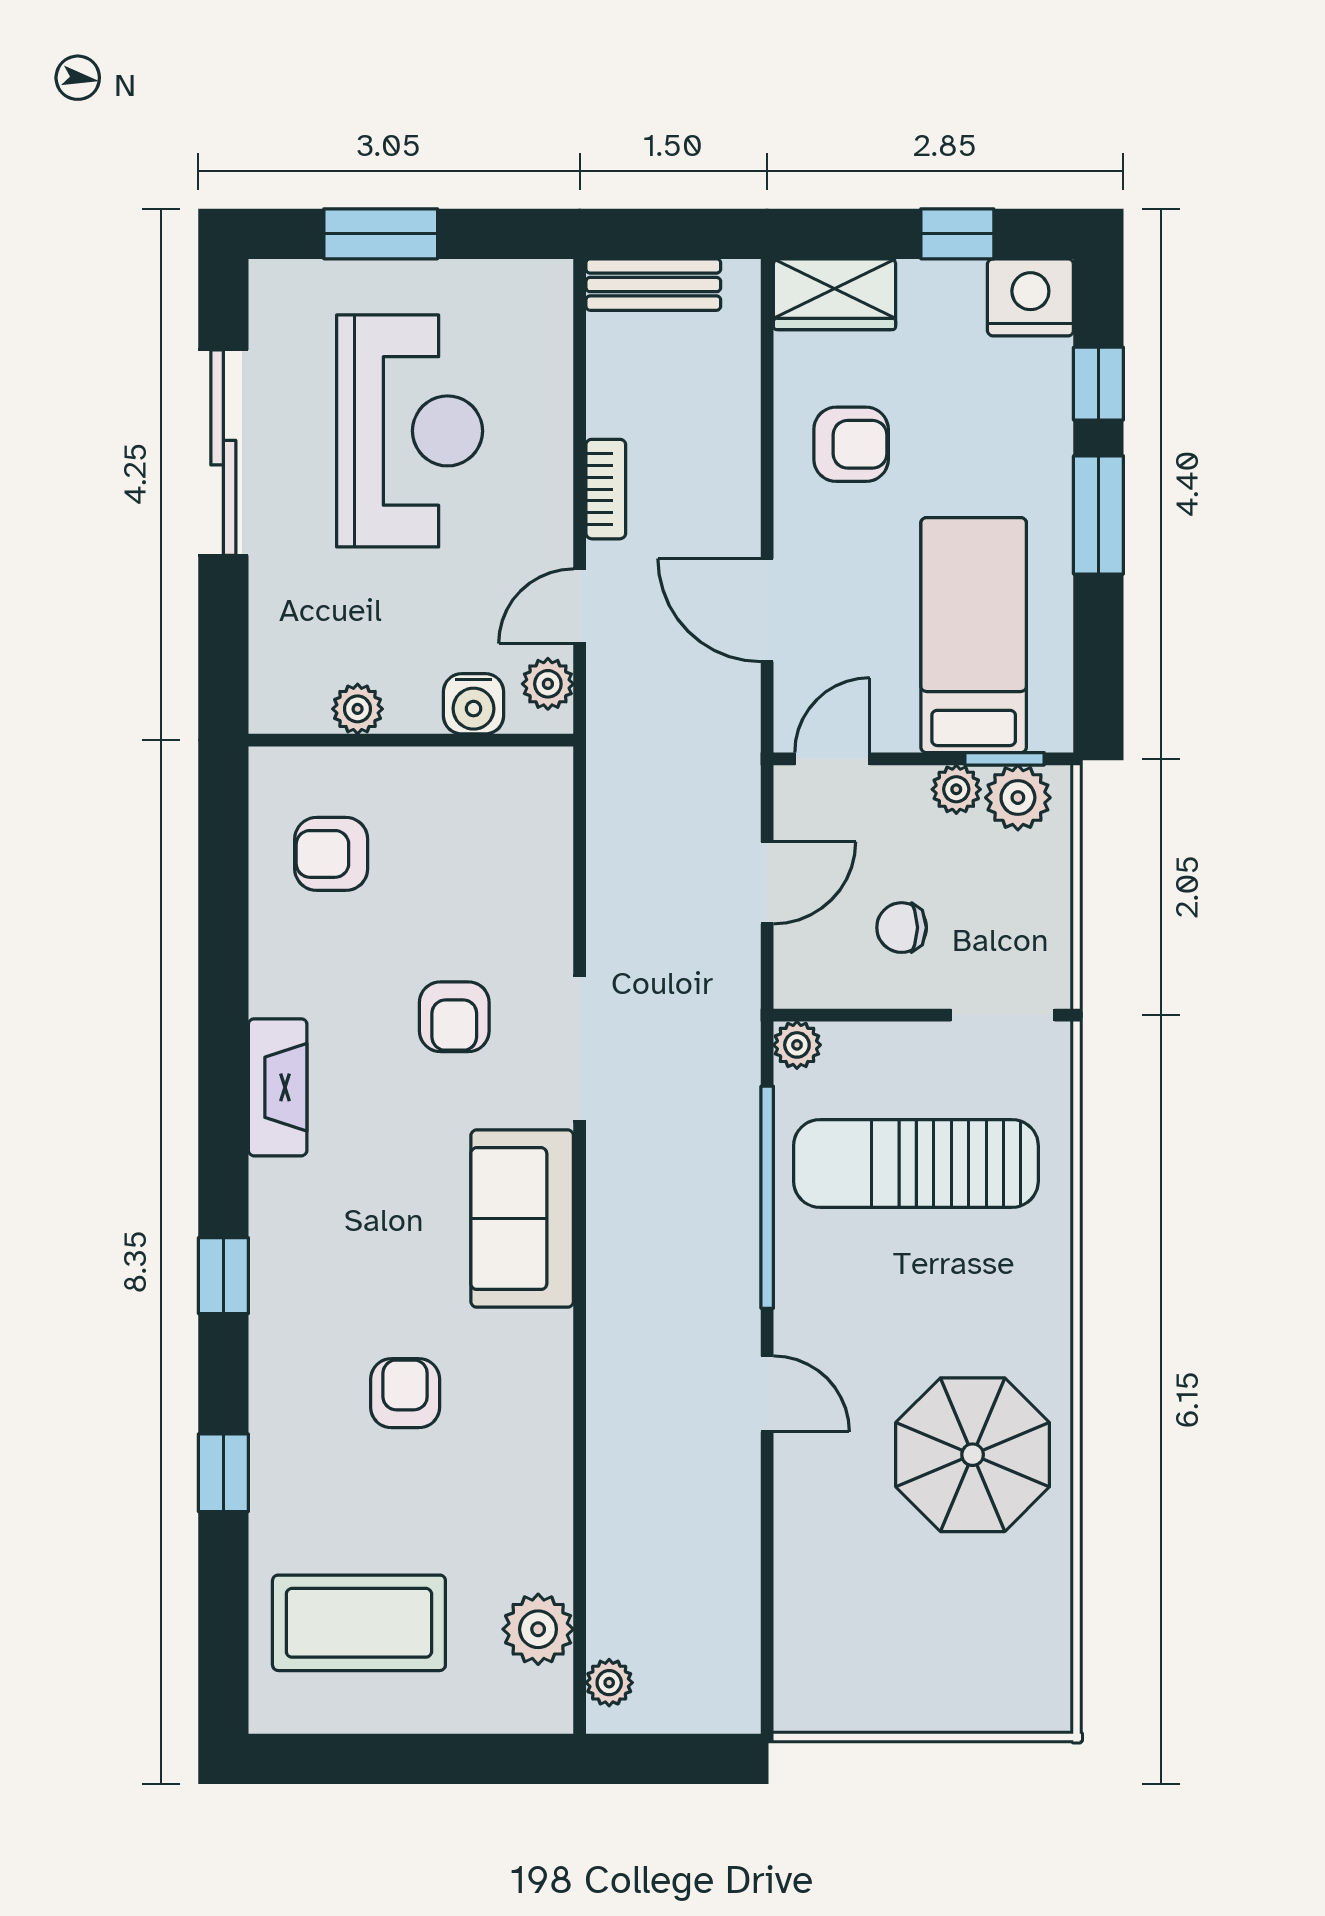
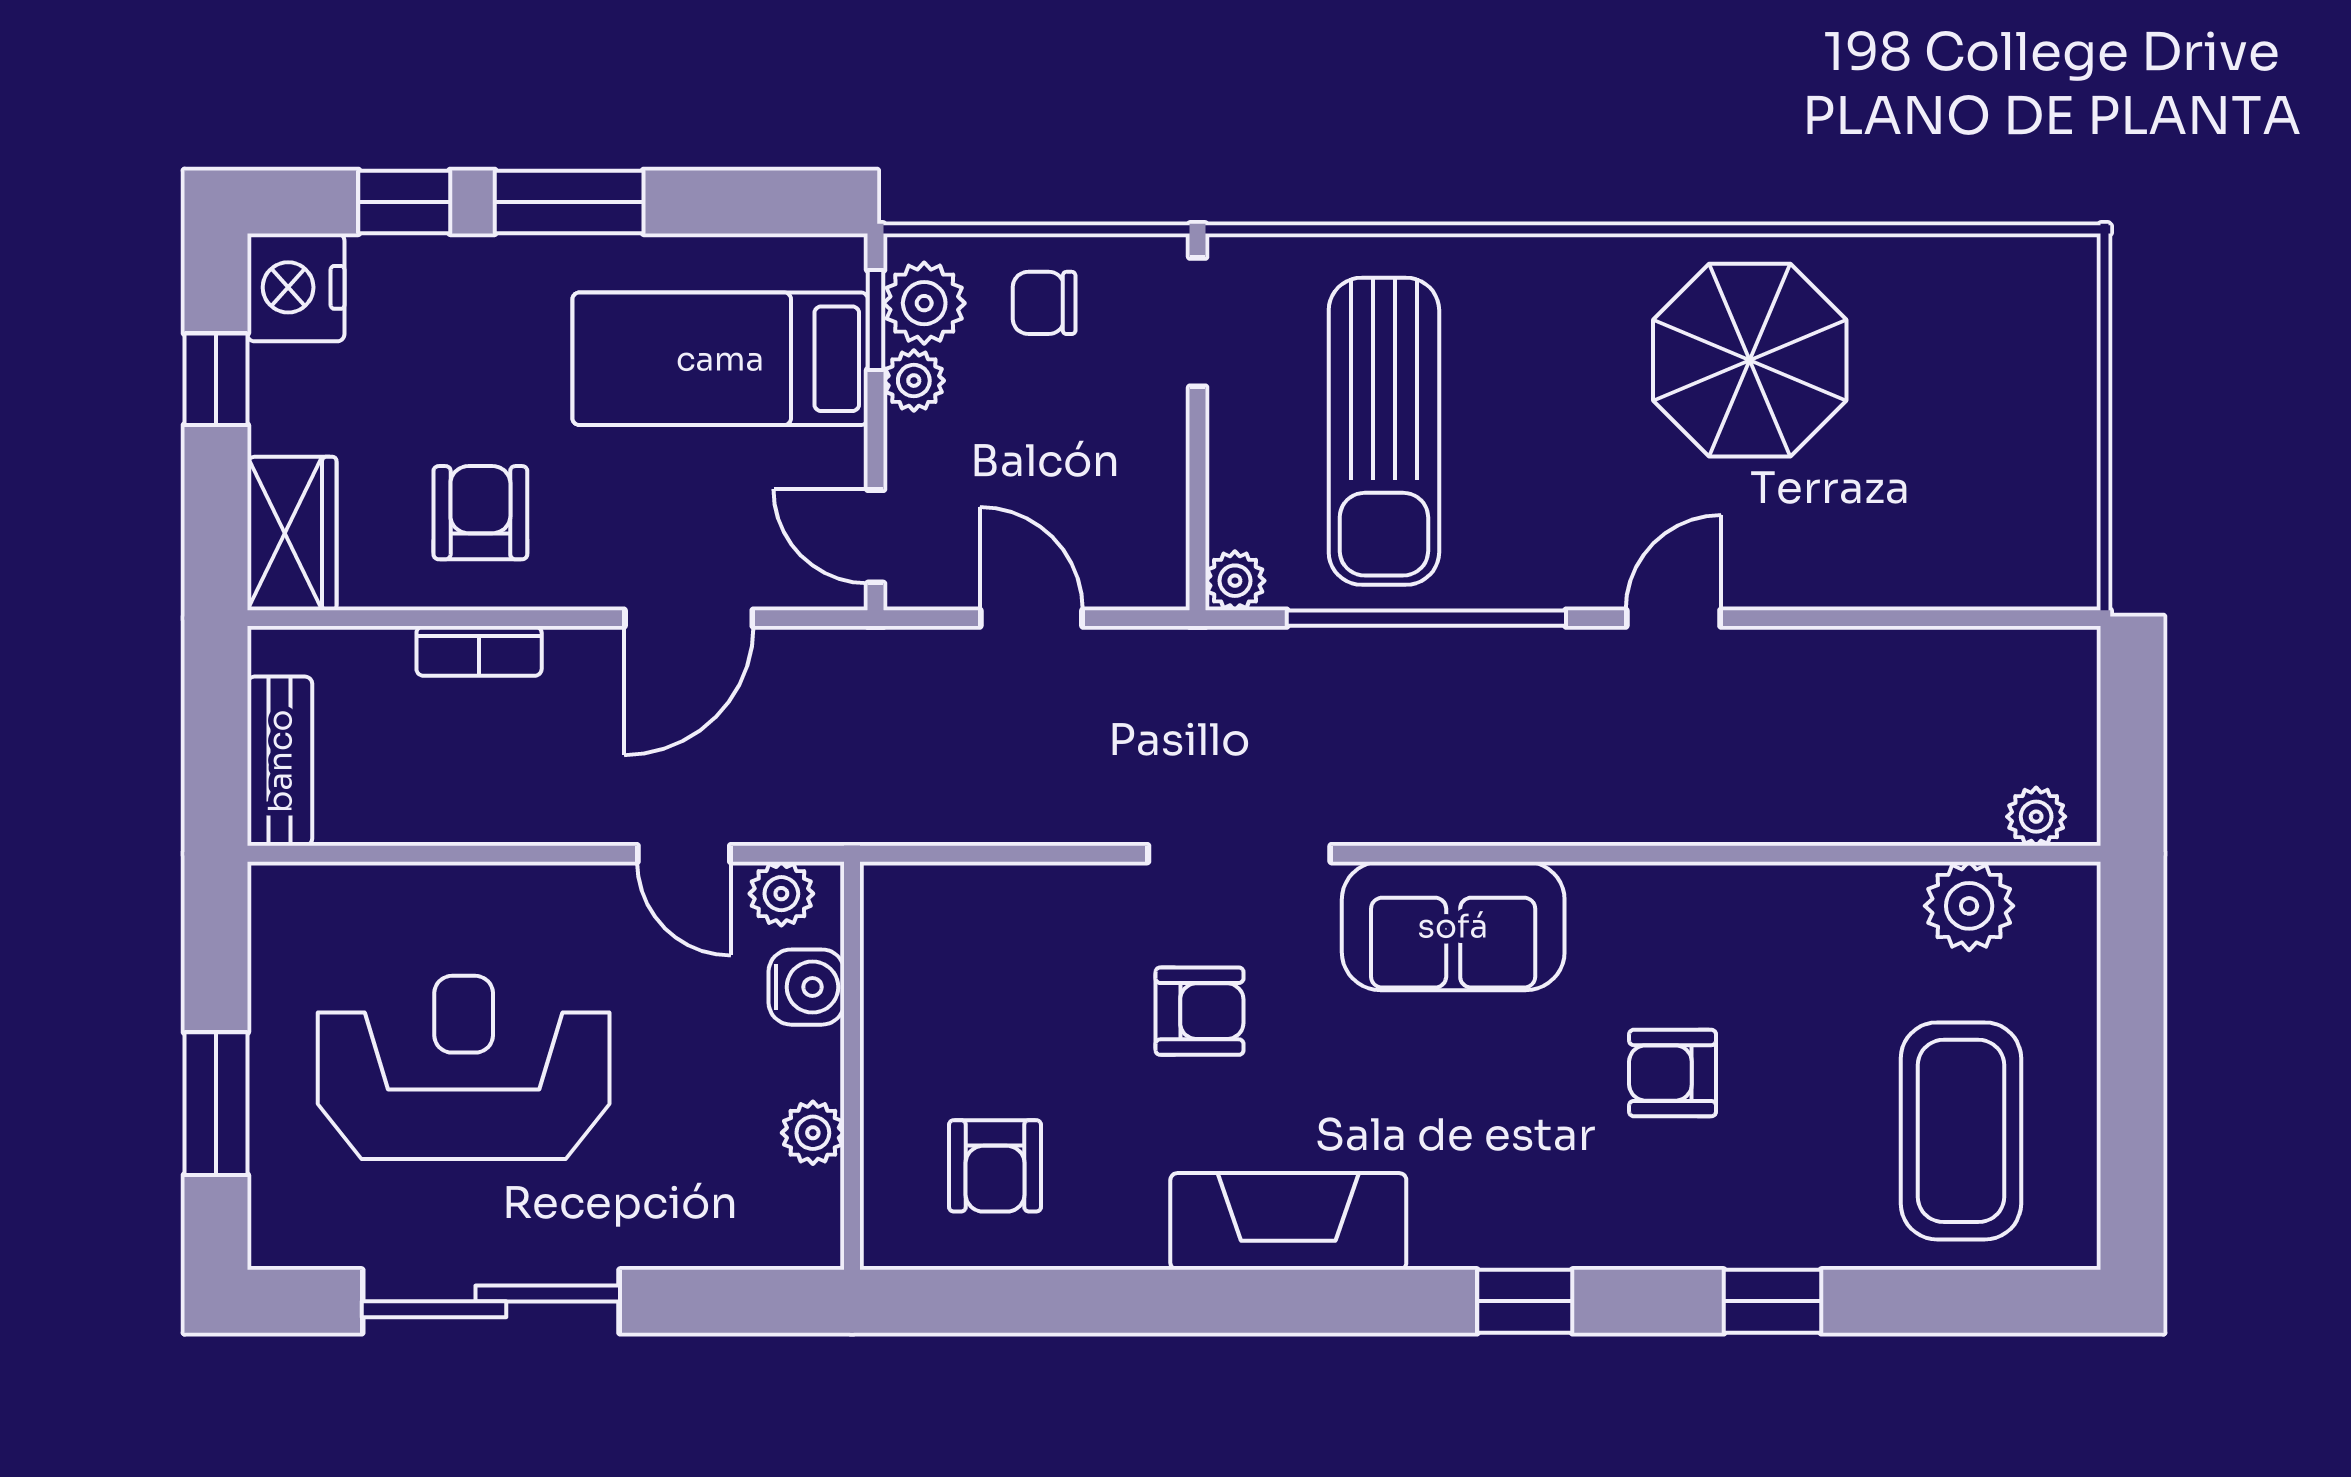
bookcase: (606, 489) -> (479, 651), moved, turned 180
chair: (902, 928) -> (1044, 303), moved, turned 90
fireplace: (278, 1087) -> (1288, 1221), width x1.37, depth x1.32

